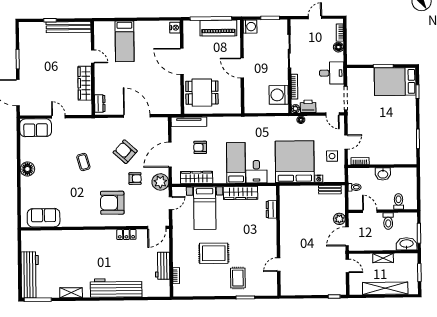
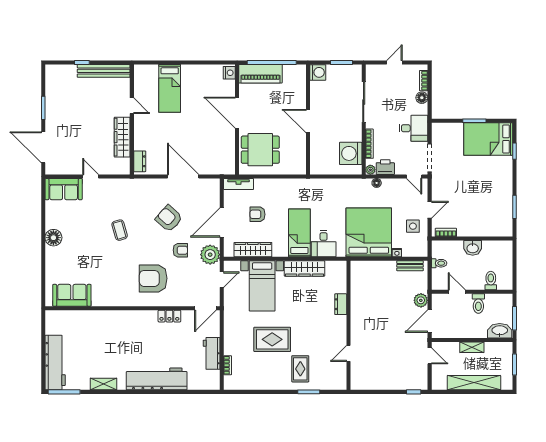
piano: (218, 28) -> (260, 74), moved
tv unit: (189, 122) -> (239, 184), width x0.71
dresser: (271, 209) -> (341, 304), moved

